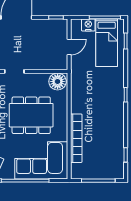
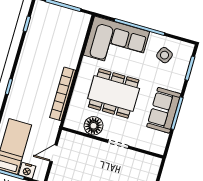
floor lamp: (58, 81) -> (94, 126), moved
bookcase: (76, 138) -> (63, 94), moved

